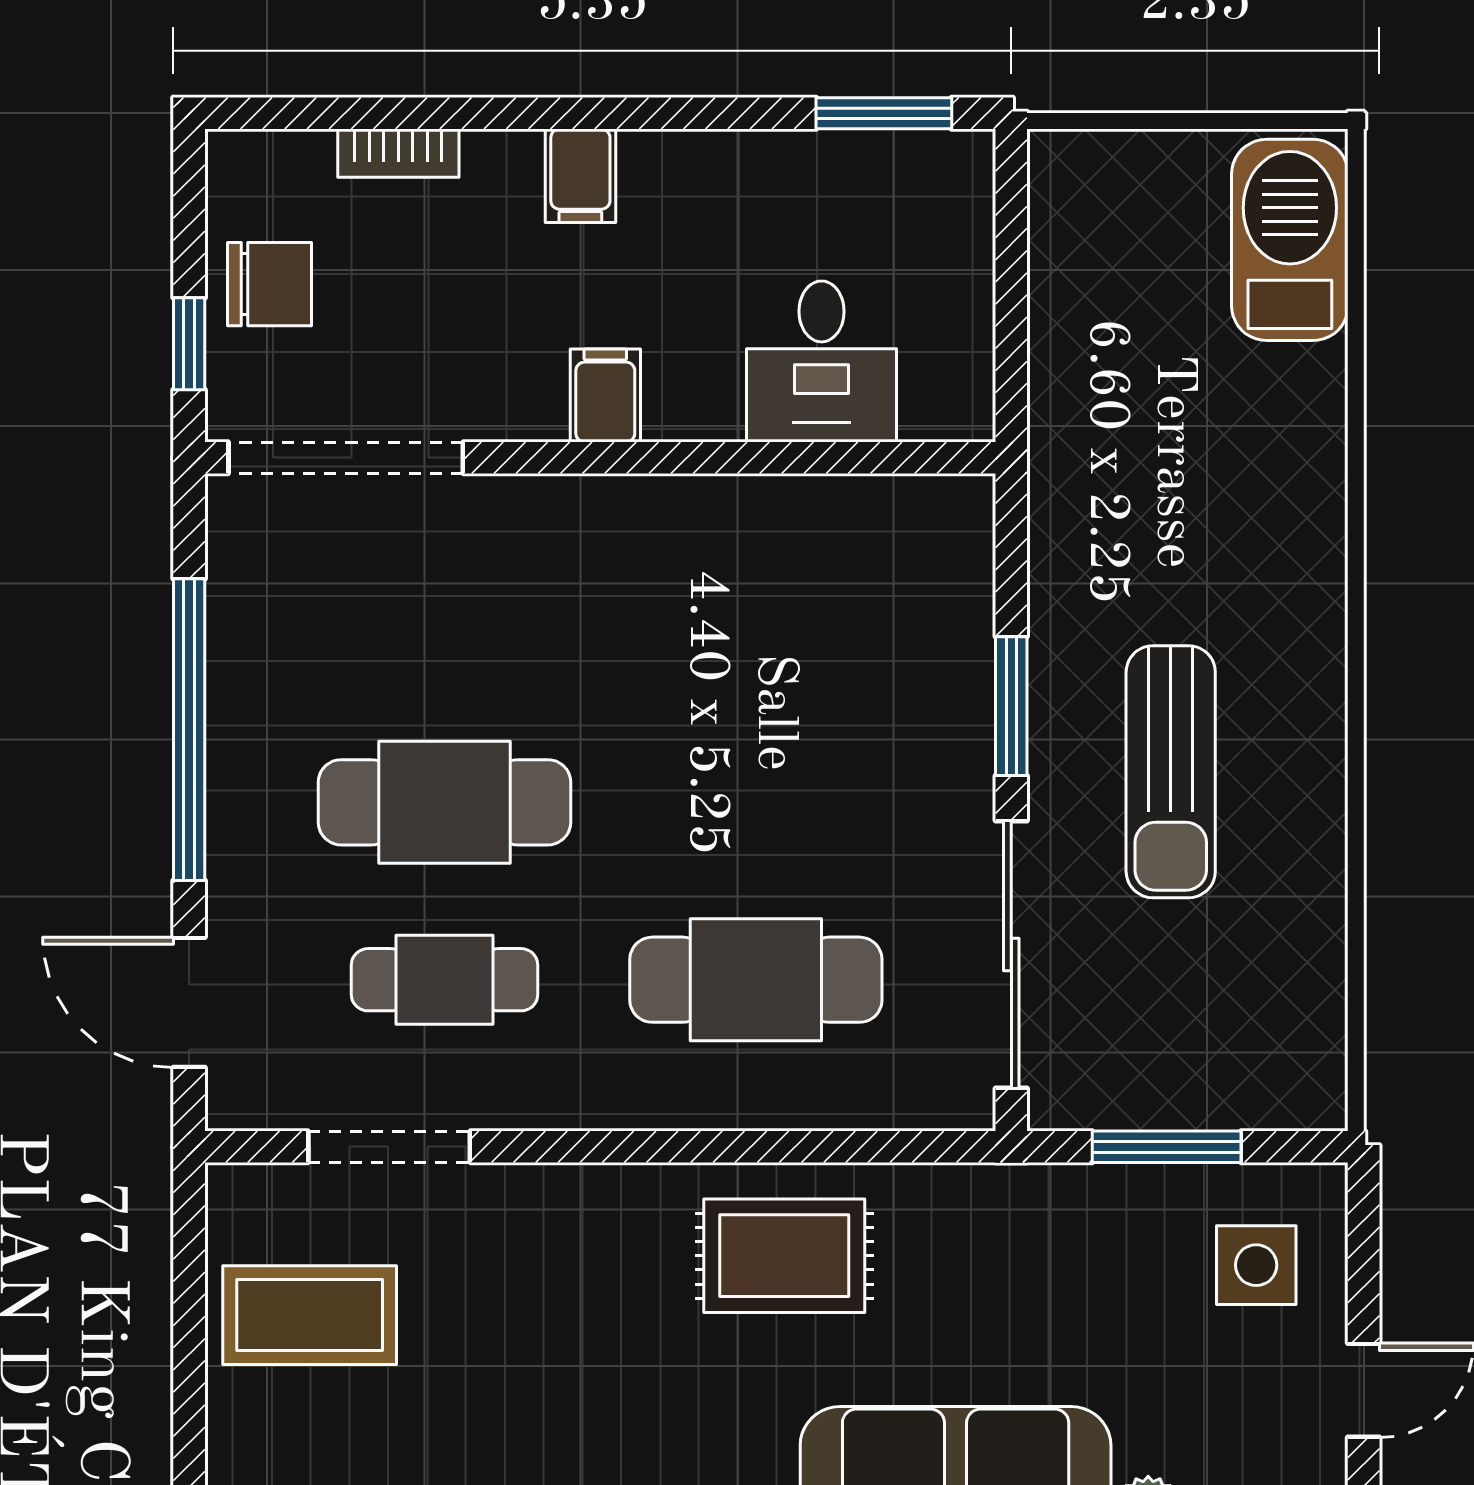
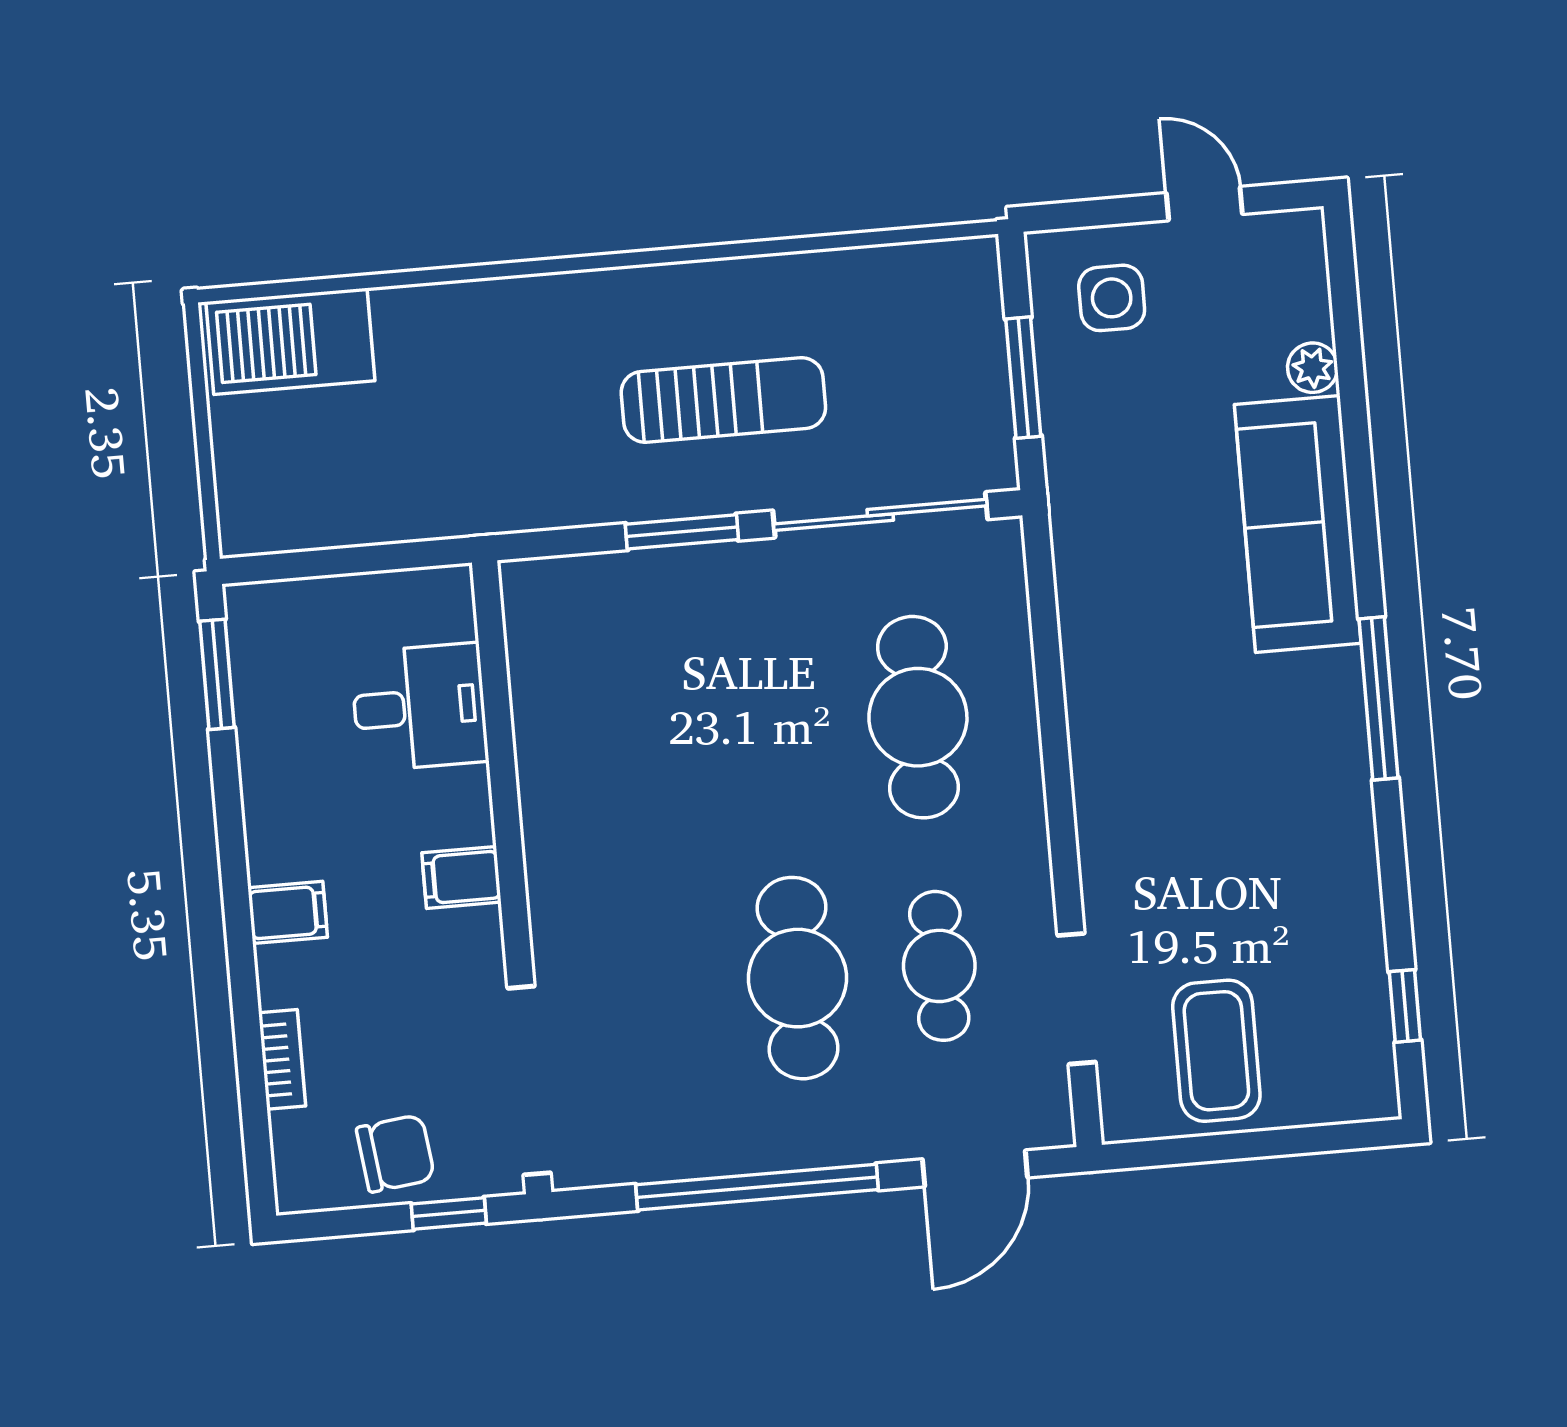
chair: (270, 284) -> (395, 1153), turned 83
rug: (784, 1256) -> (1136, 676), removed

